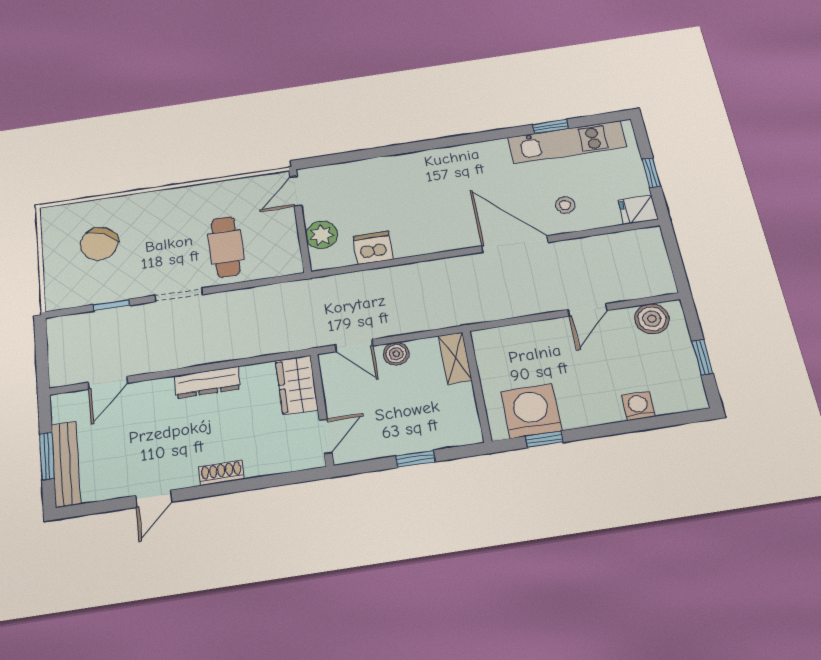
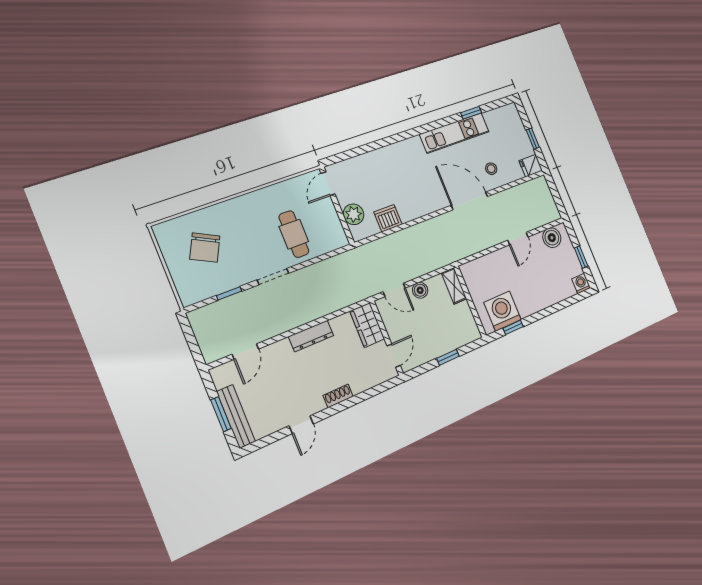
kitchen unit: (567, 142) -> (455, 133), moved
washing machine: (638, 406) -> (581, 283), moved

